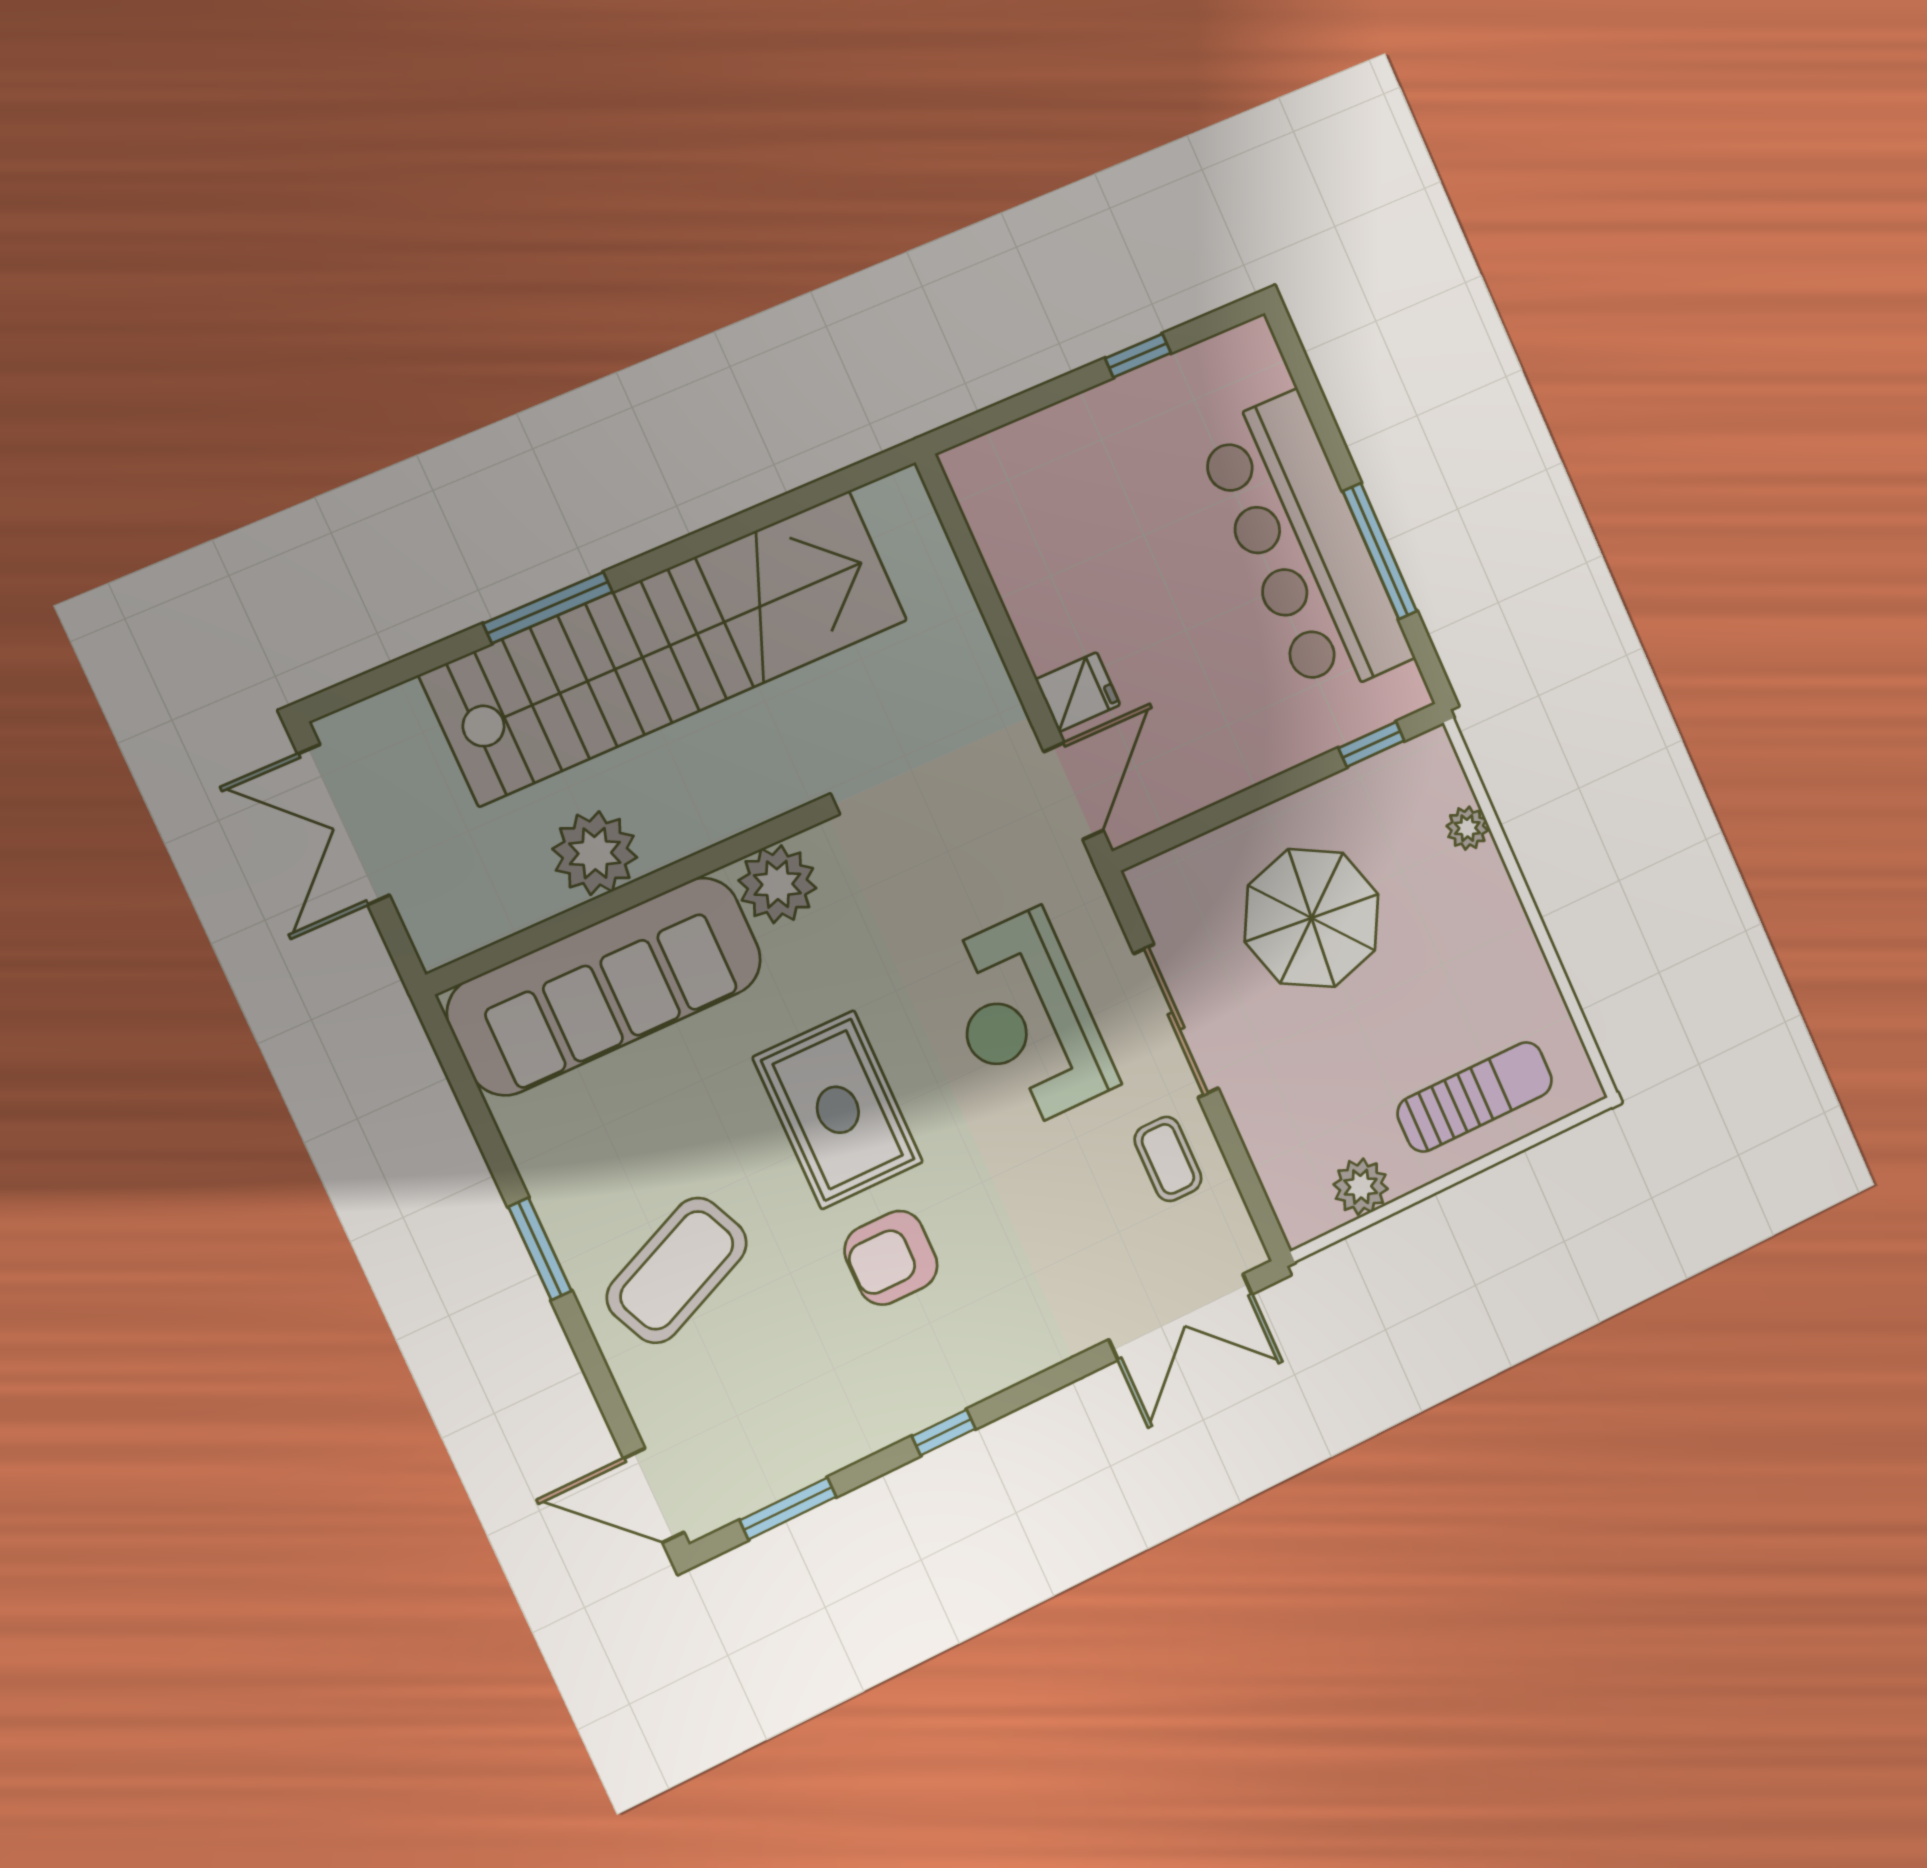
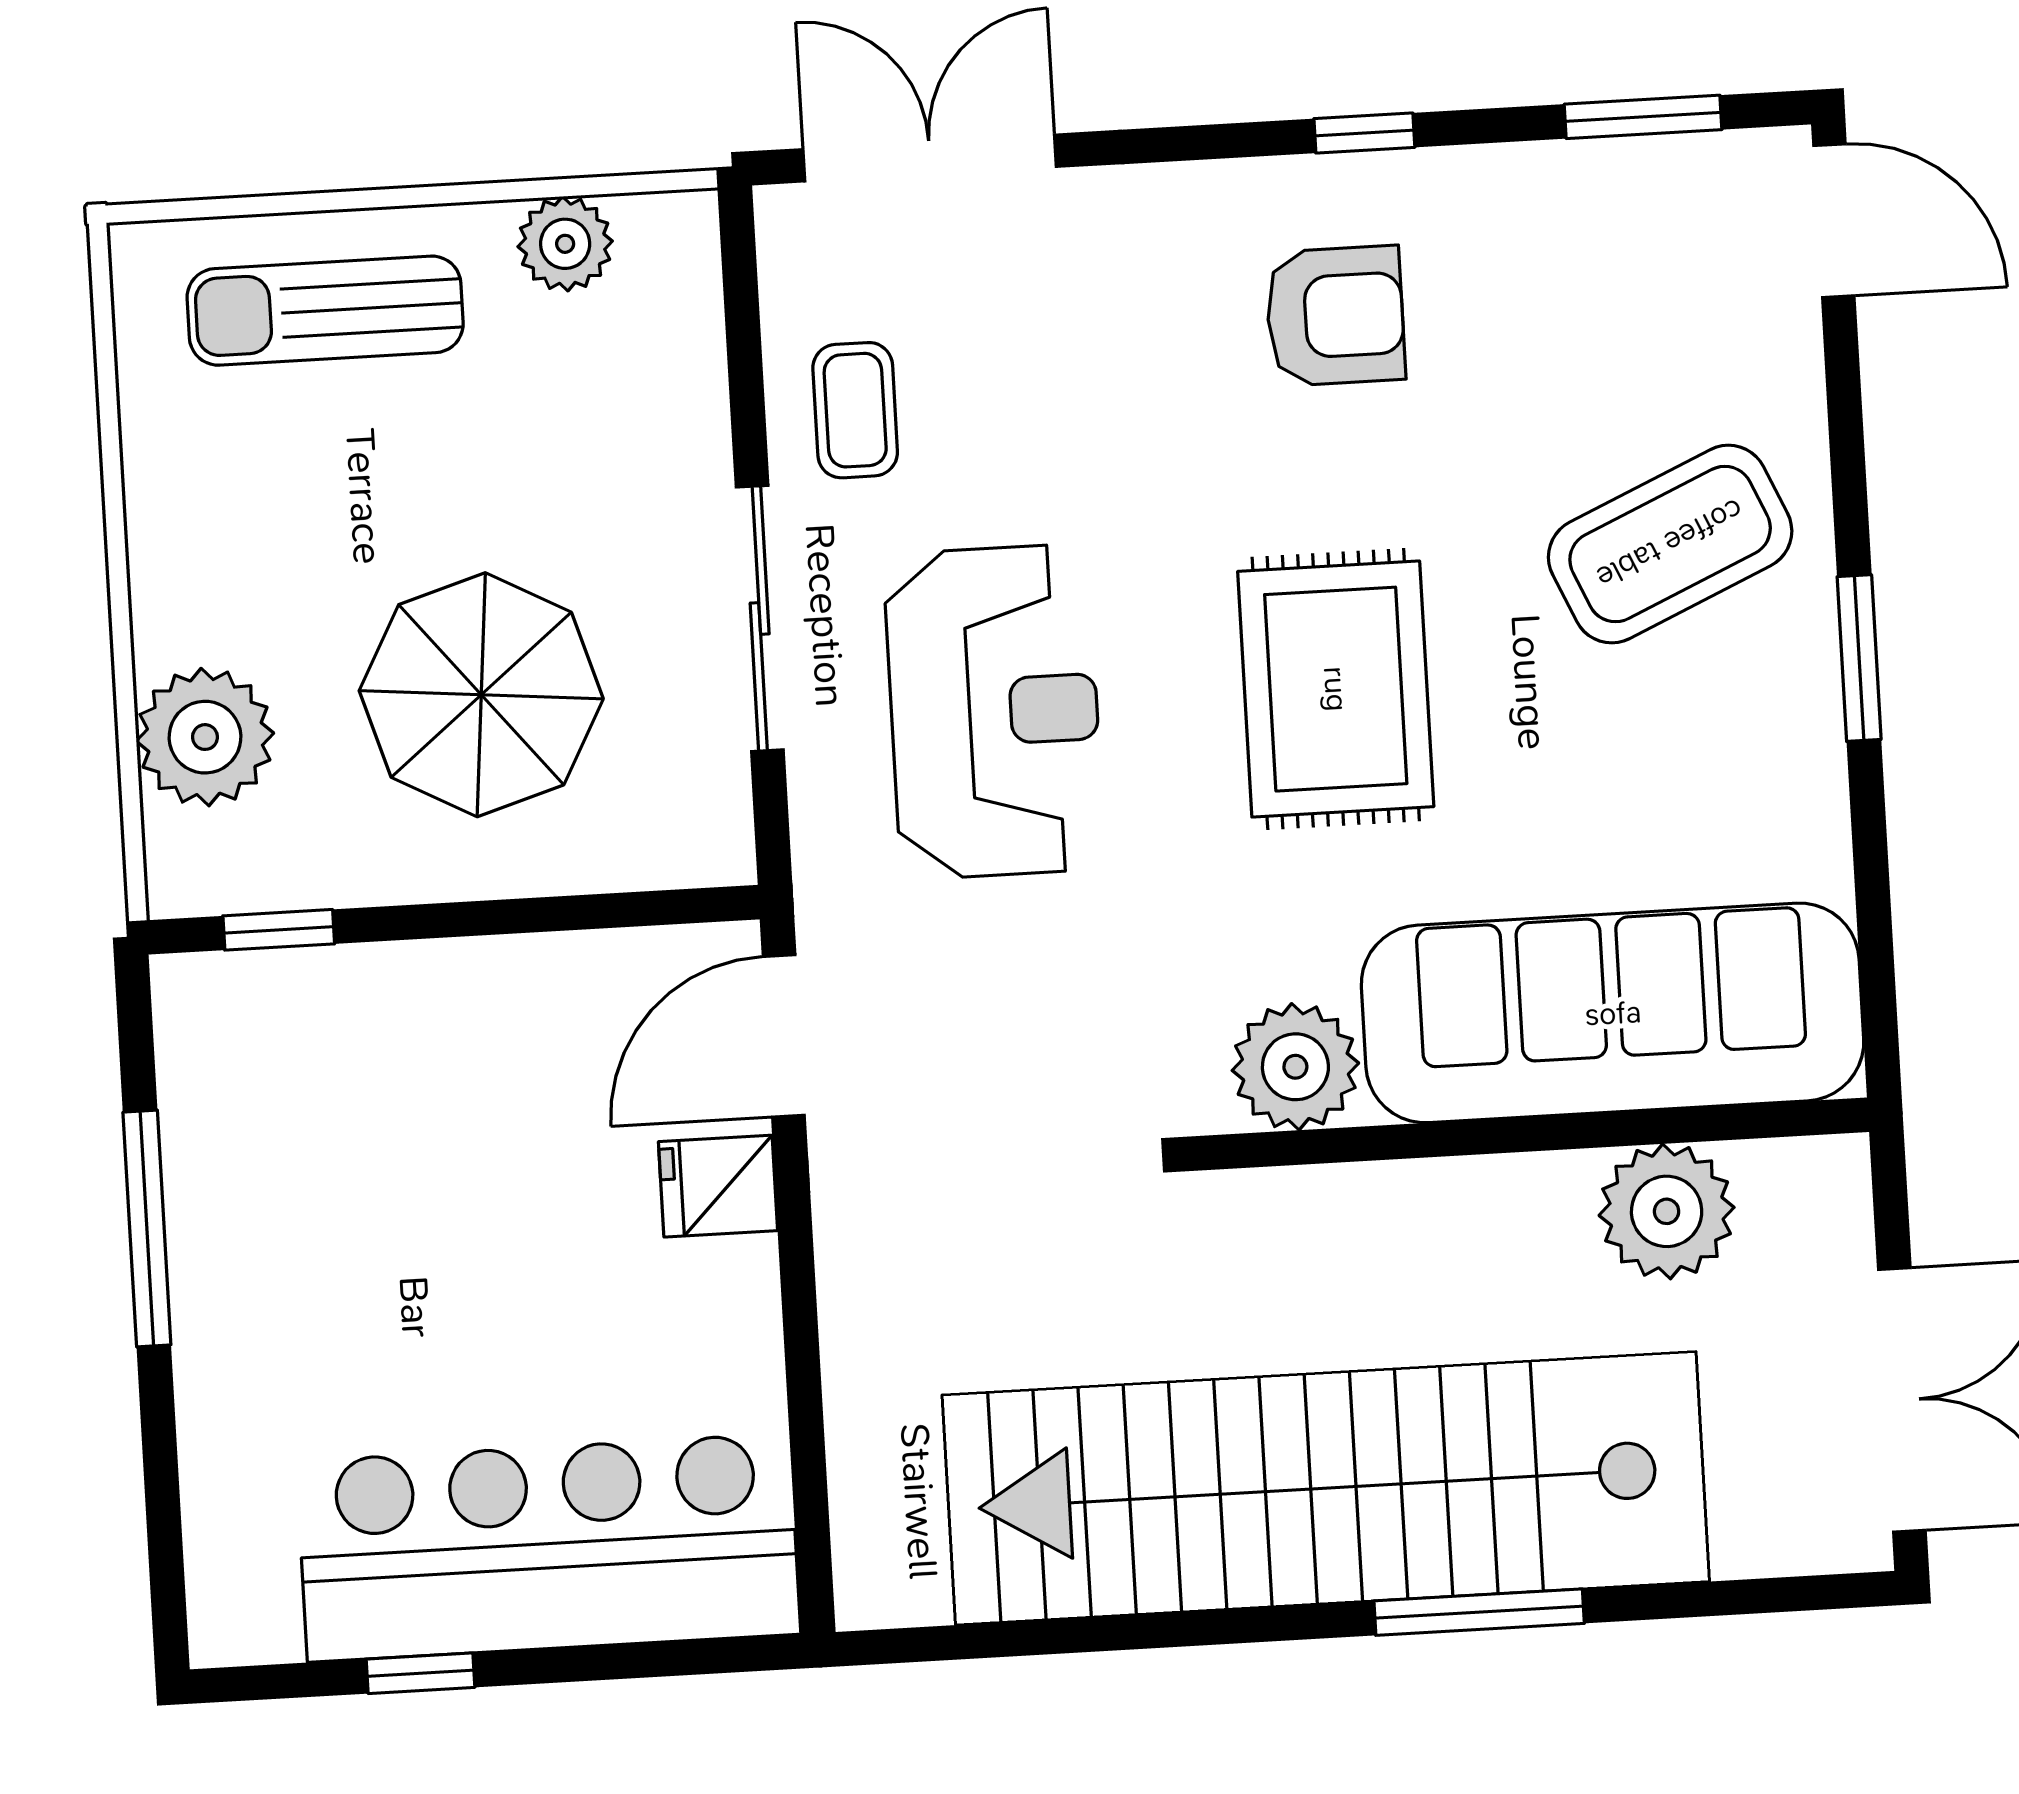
bar counter: (1304, 547) -> (548, 1548), moved, turned -90
plant: (1467, 828) -> (205, 737), width x1.88, depth x1.88
plant: (595, 853) -> (1667, 1211), moved
armchair: (891, 1258) -> (1335, 316), moved

